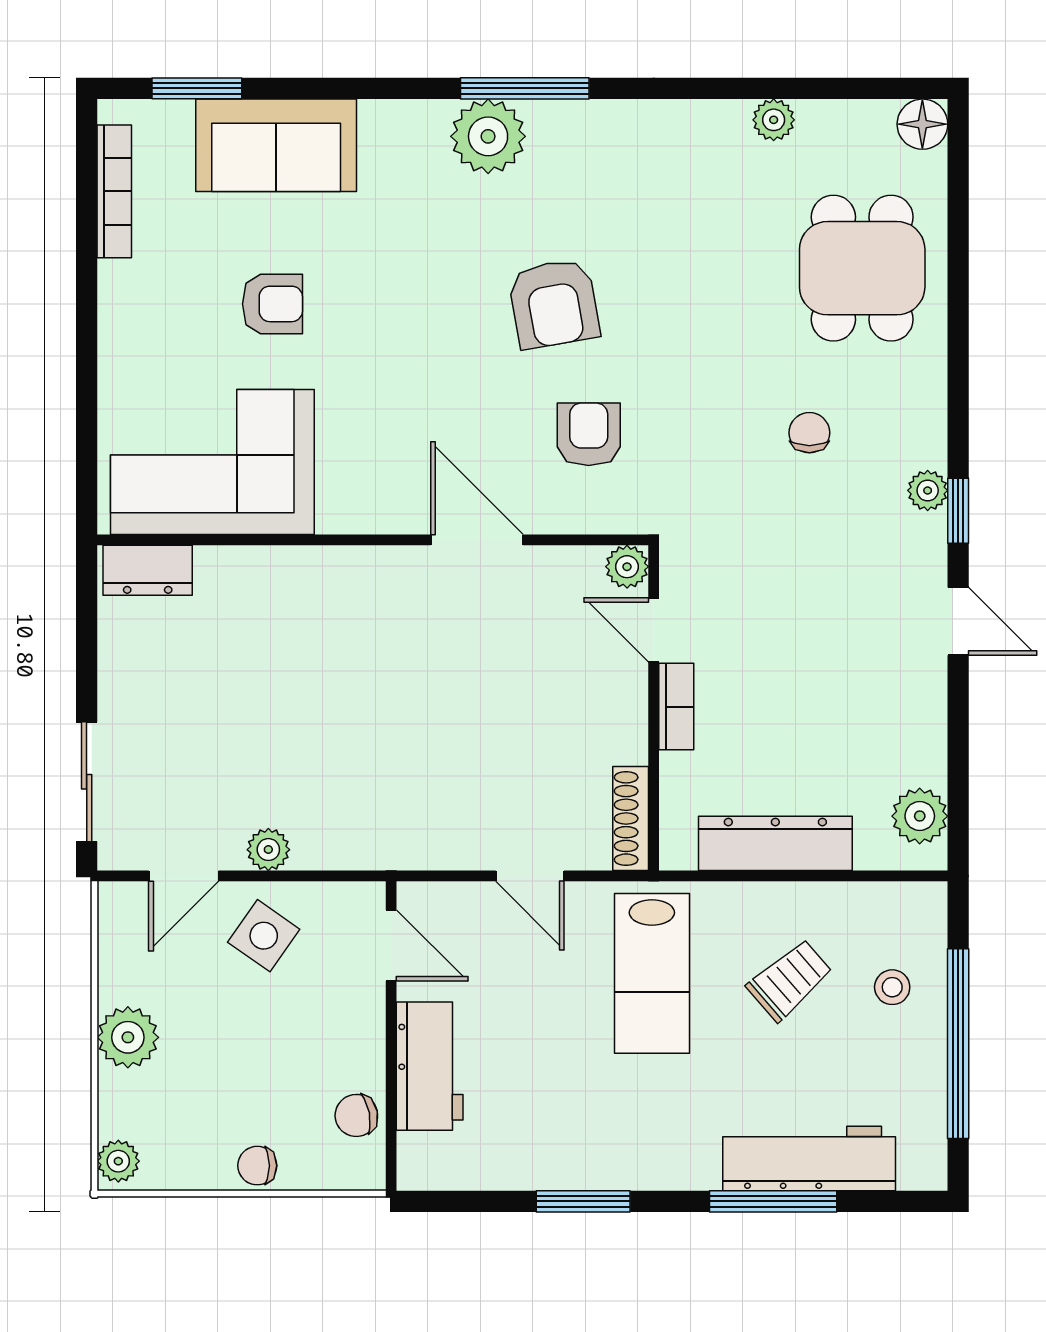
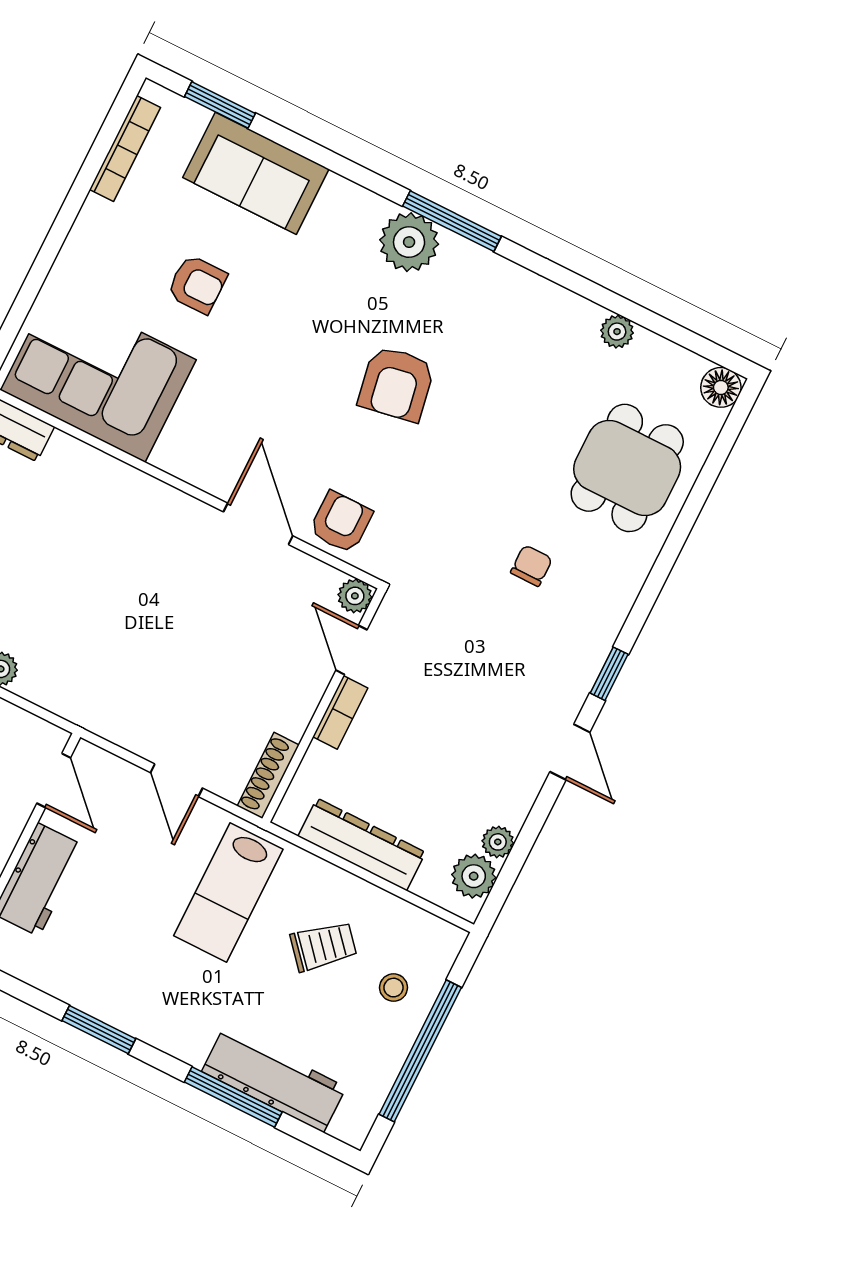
armchair: (589, 434) -> (341, 522), moved
plant: (928, 490) -> (498, 842), moved

